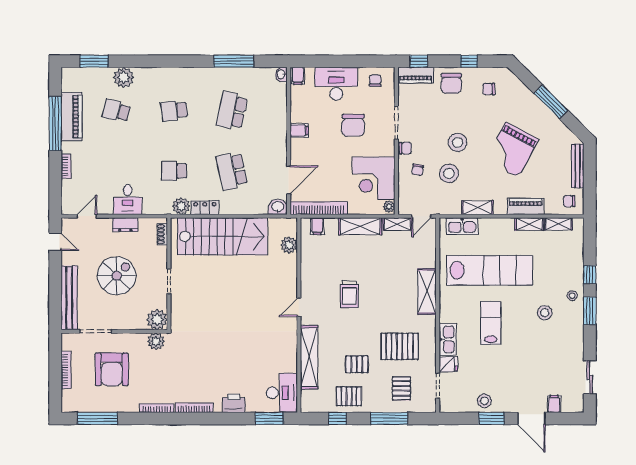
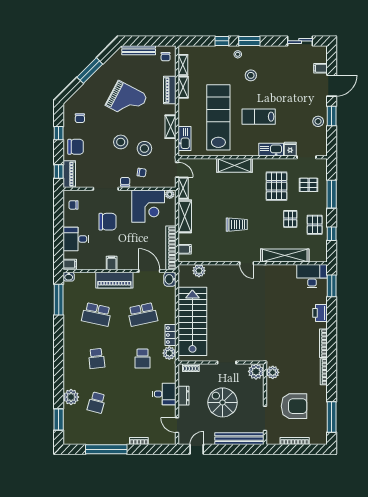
window: (234, 61) -> (59, 300), moved
desk: (336, 84) -> (76, 239), width x0.73
piano: (72, 117) -> (114, 280), moved, turned 180

